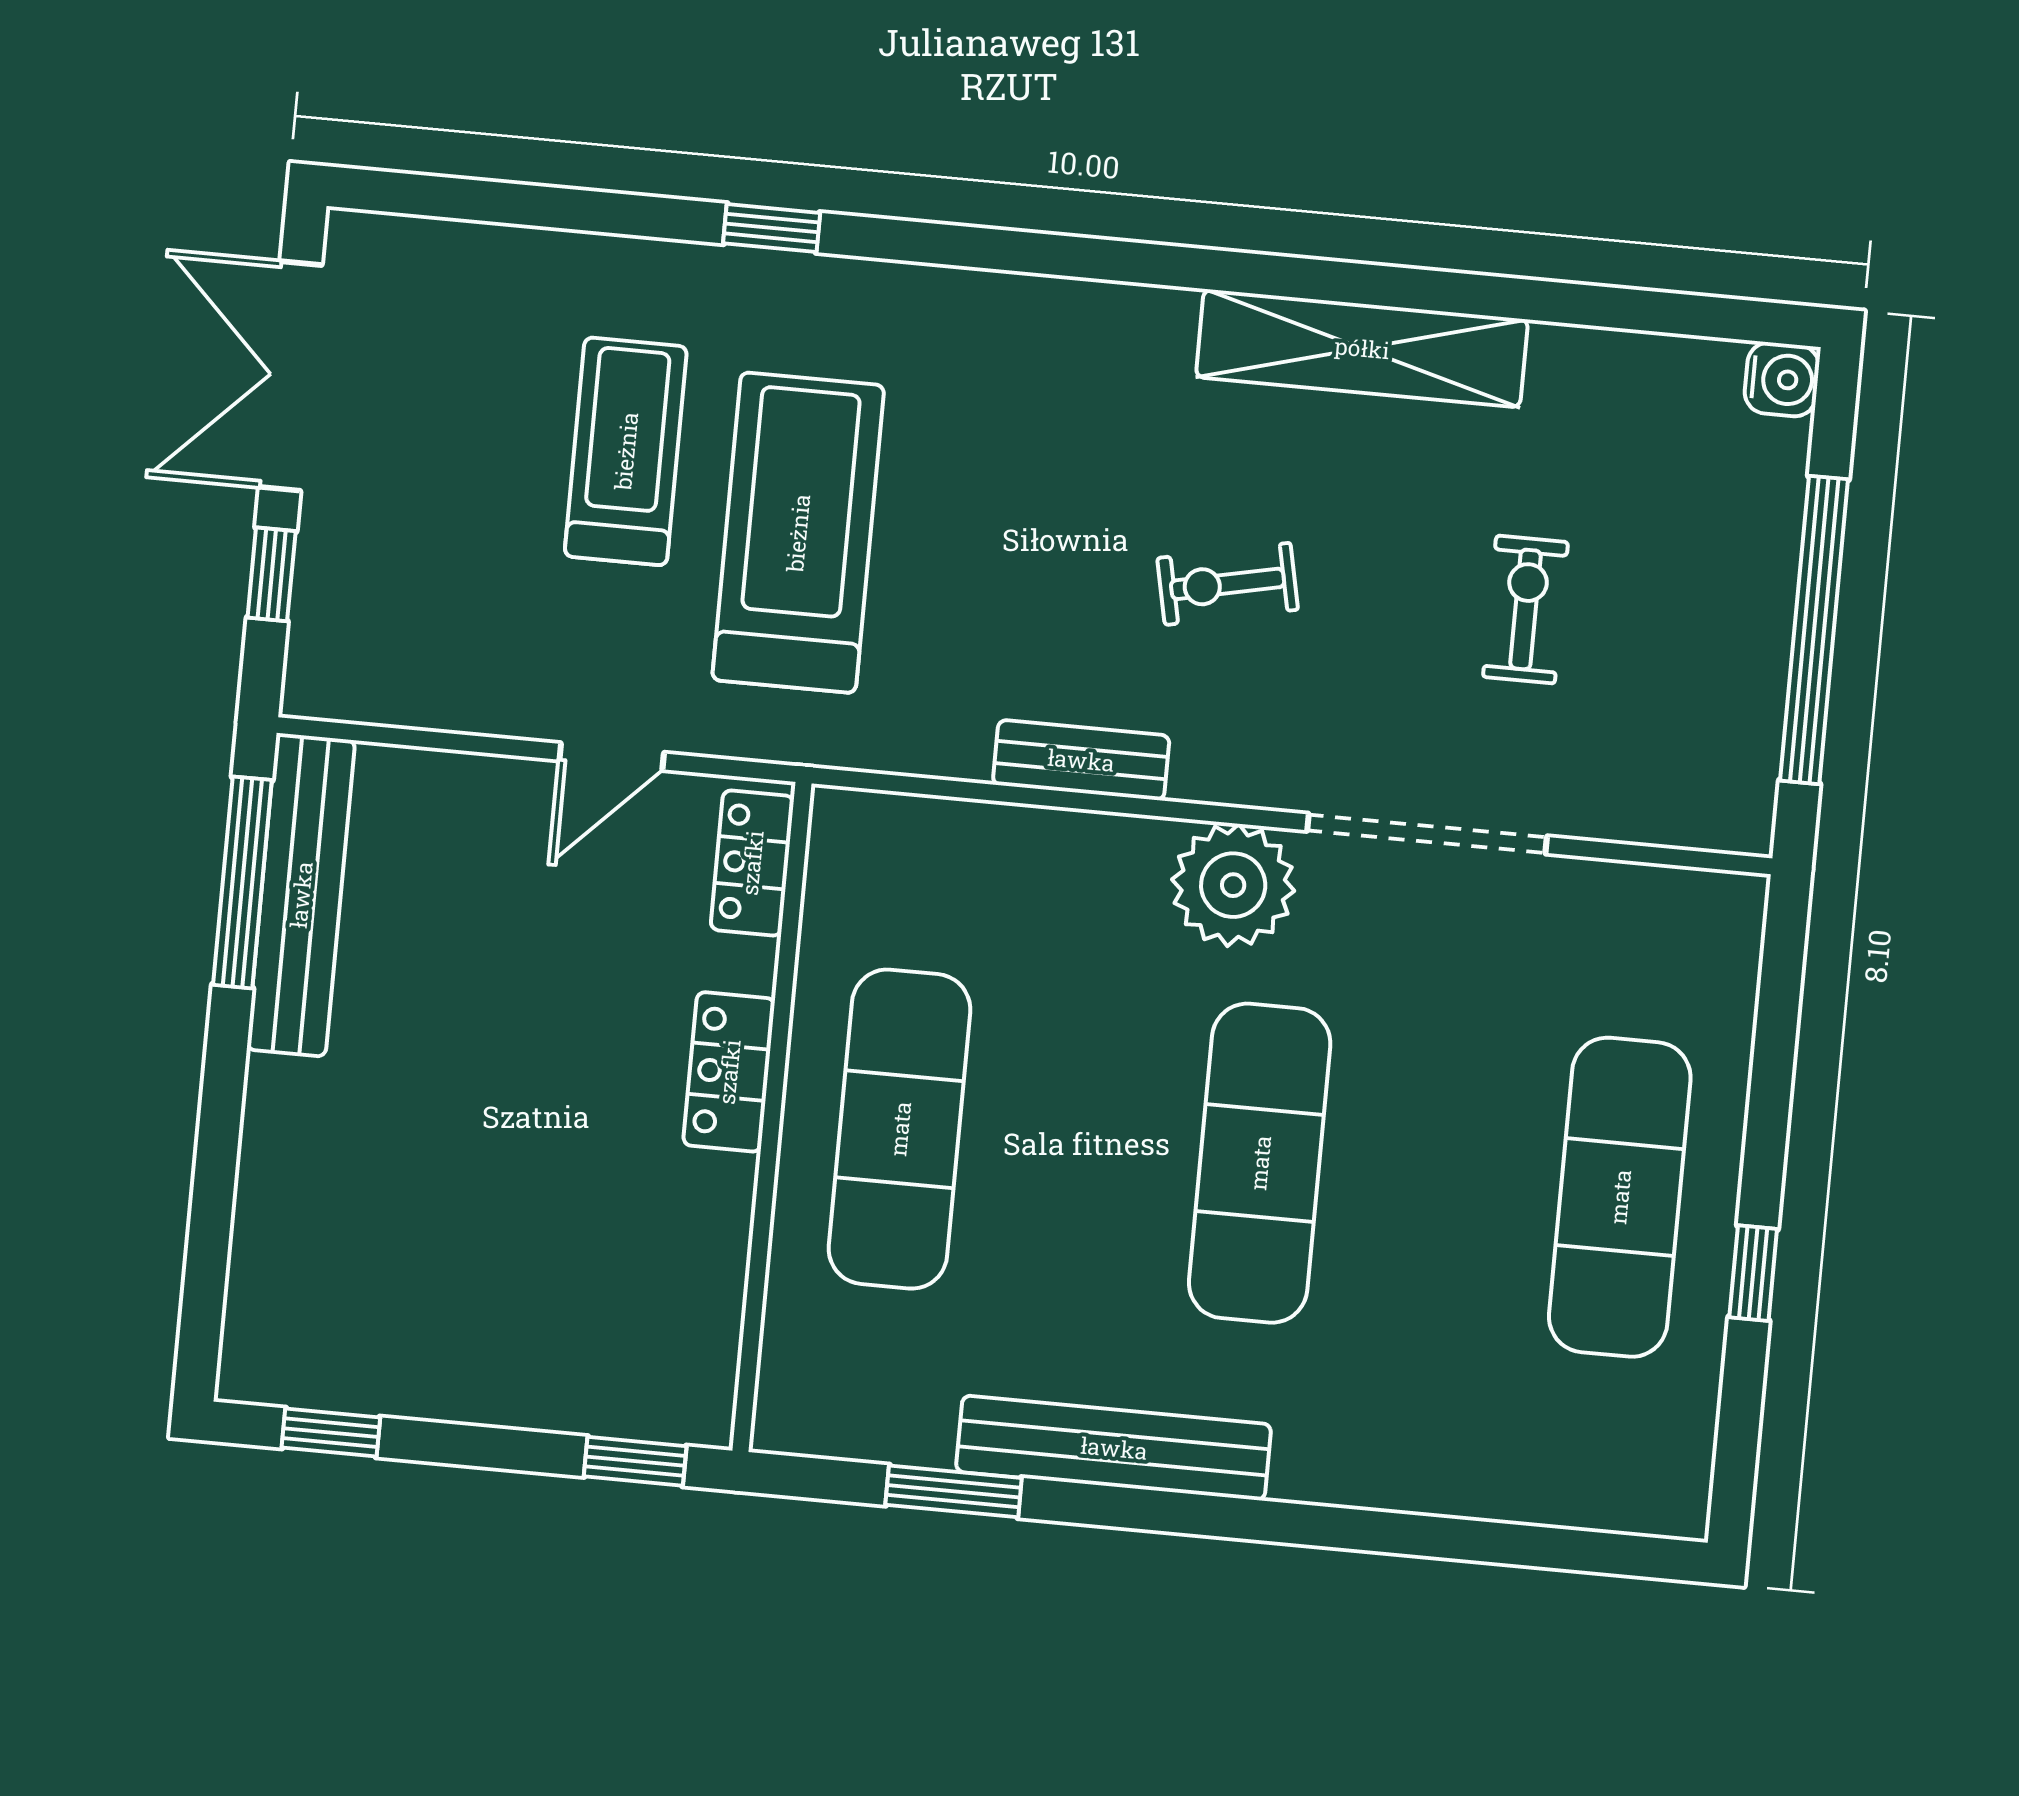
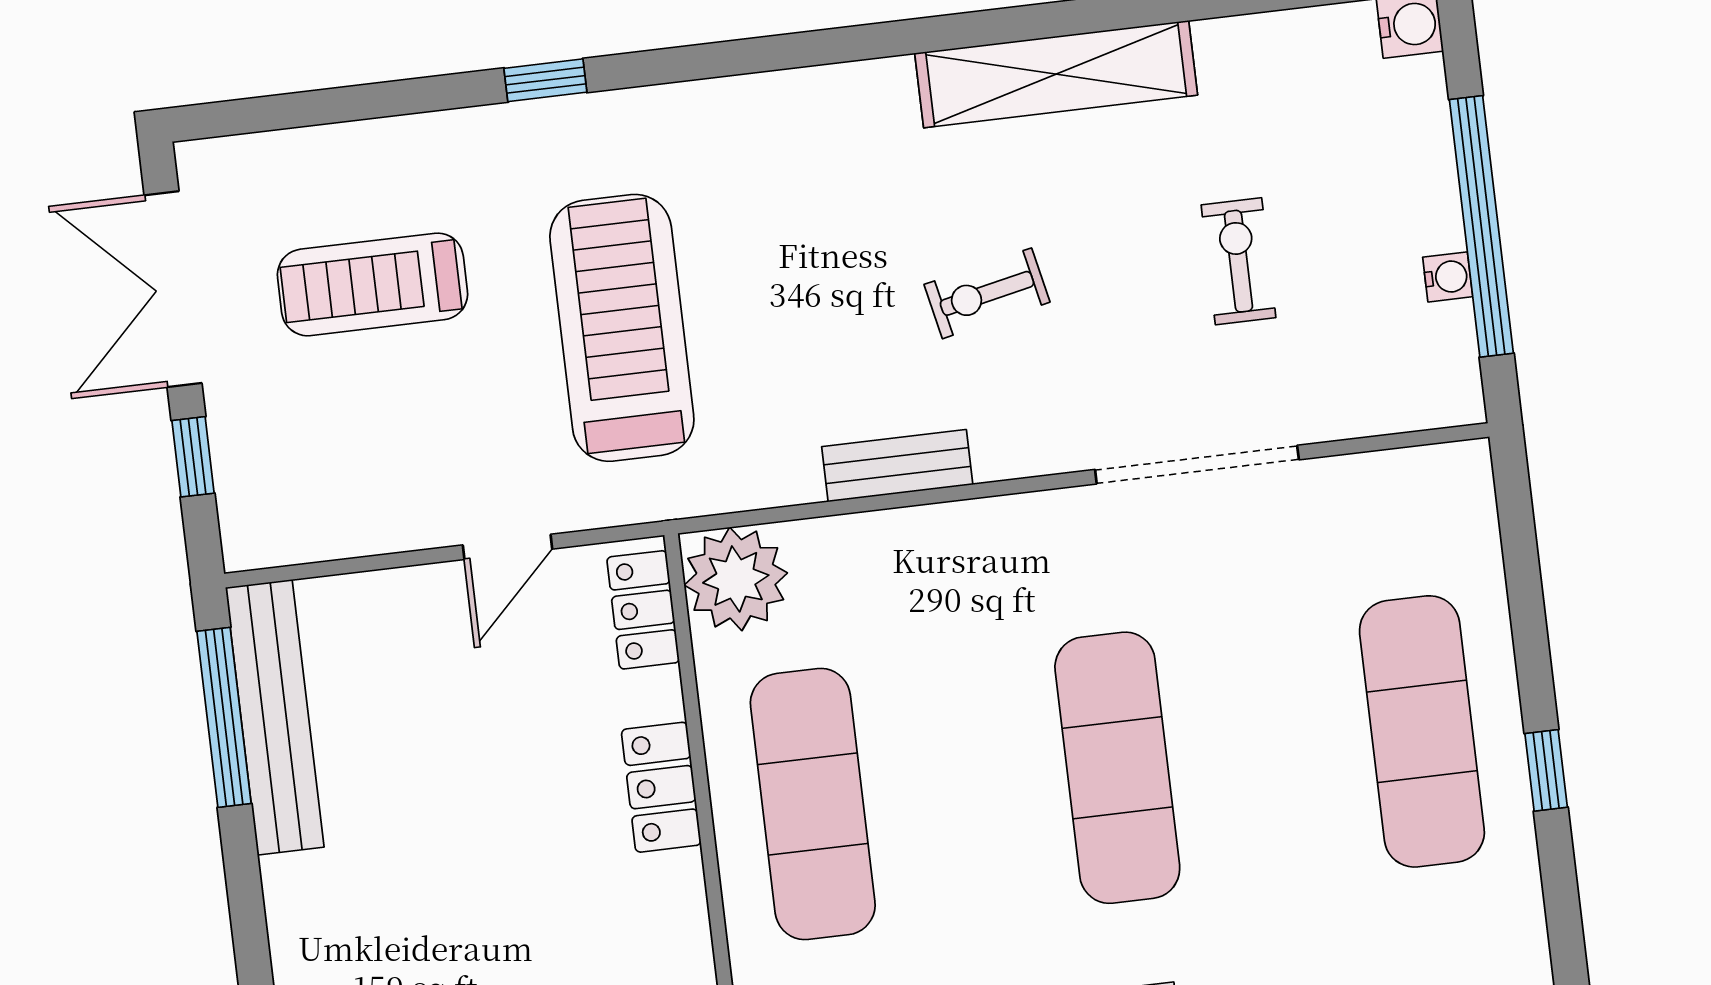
treadmill: (626, 451) -> (373, 284), moved, turned -90
water cooler: (1763, 680) -> (1448, 277), added
plant: (1233, 885) -> (736, 579), moved

